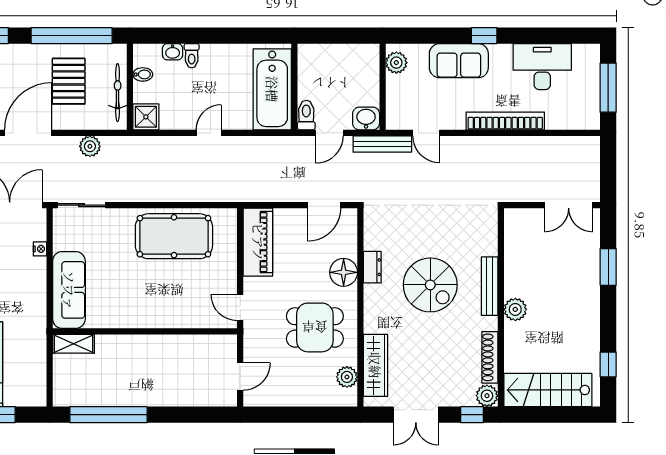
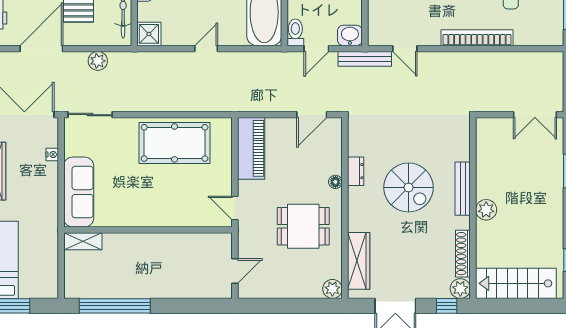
floor lamp: (344, 272) -> (335, 182), width x0.53, depth x0.53
plant: (347, 377) -> (332, 289), moved

